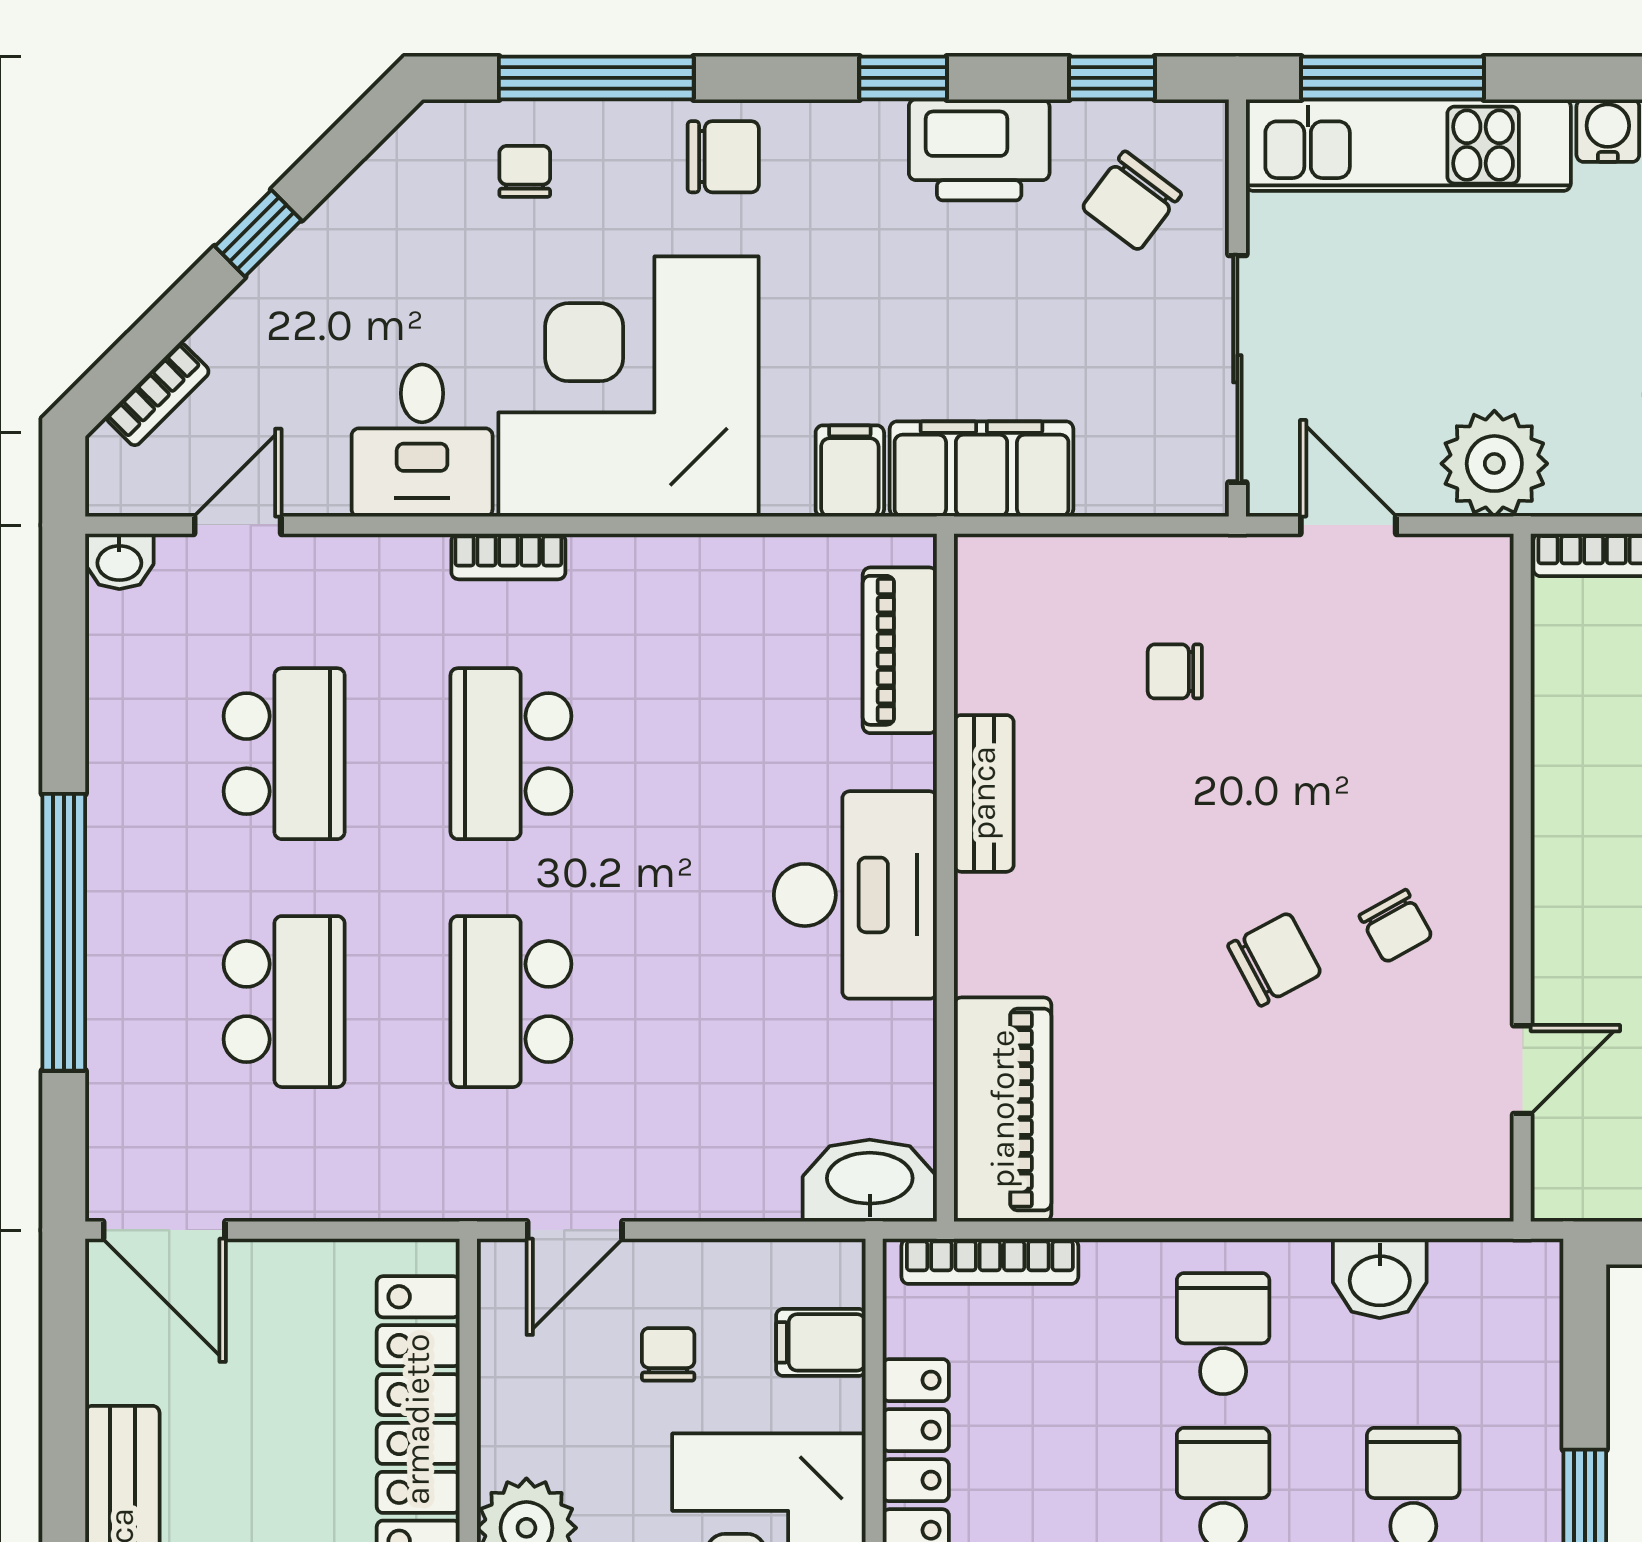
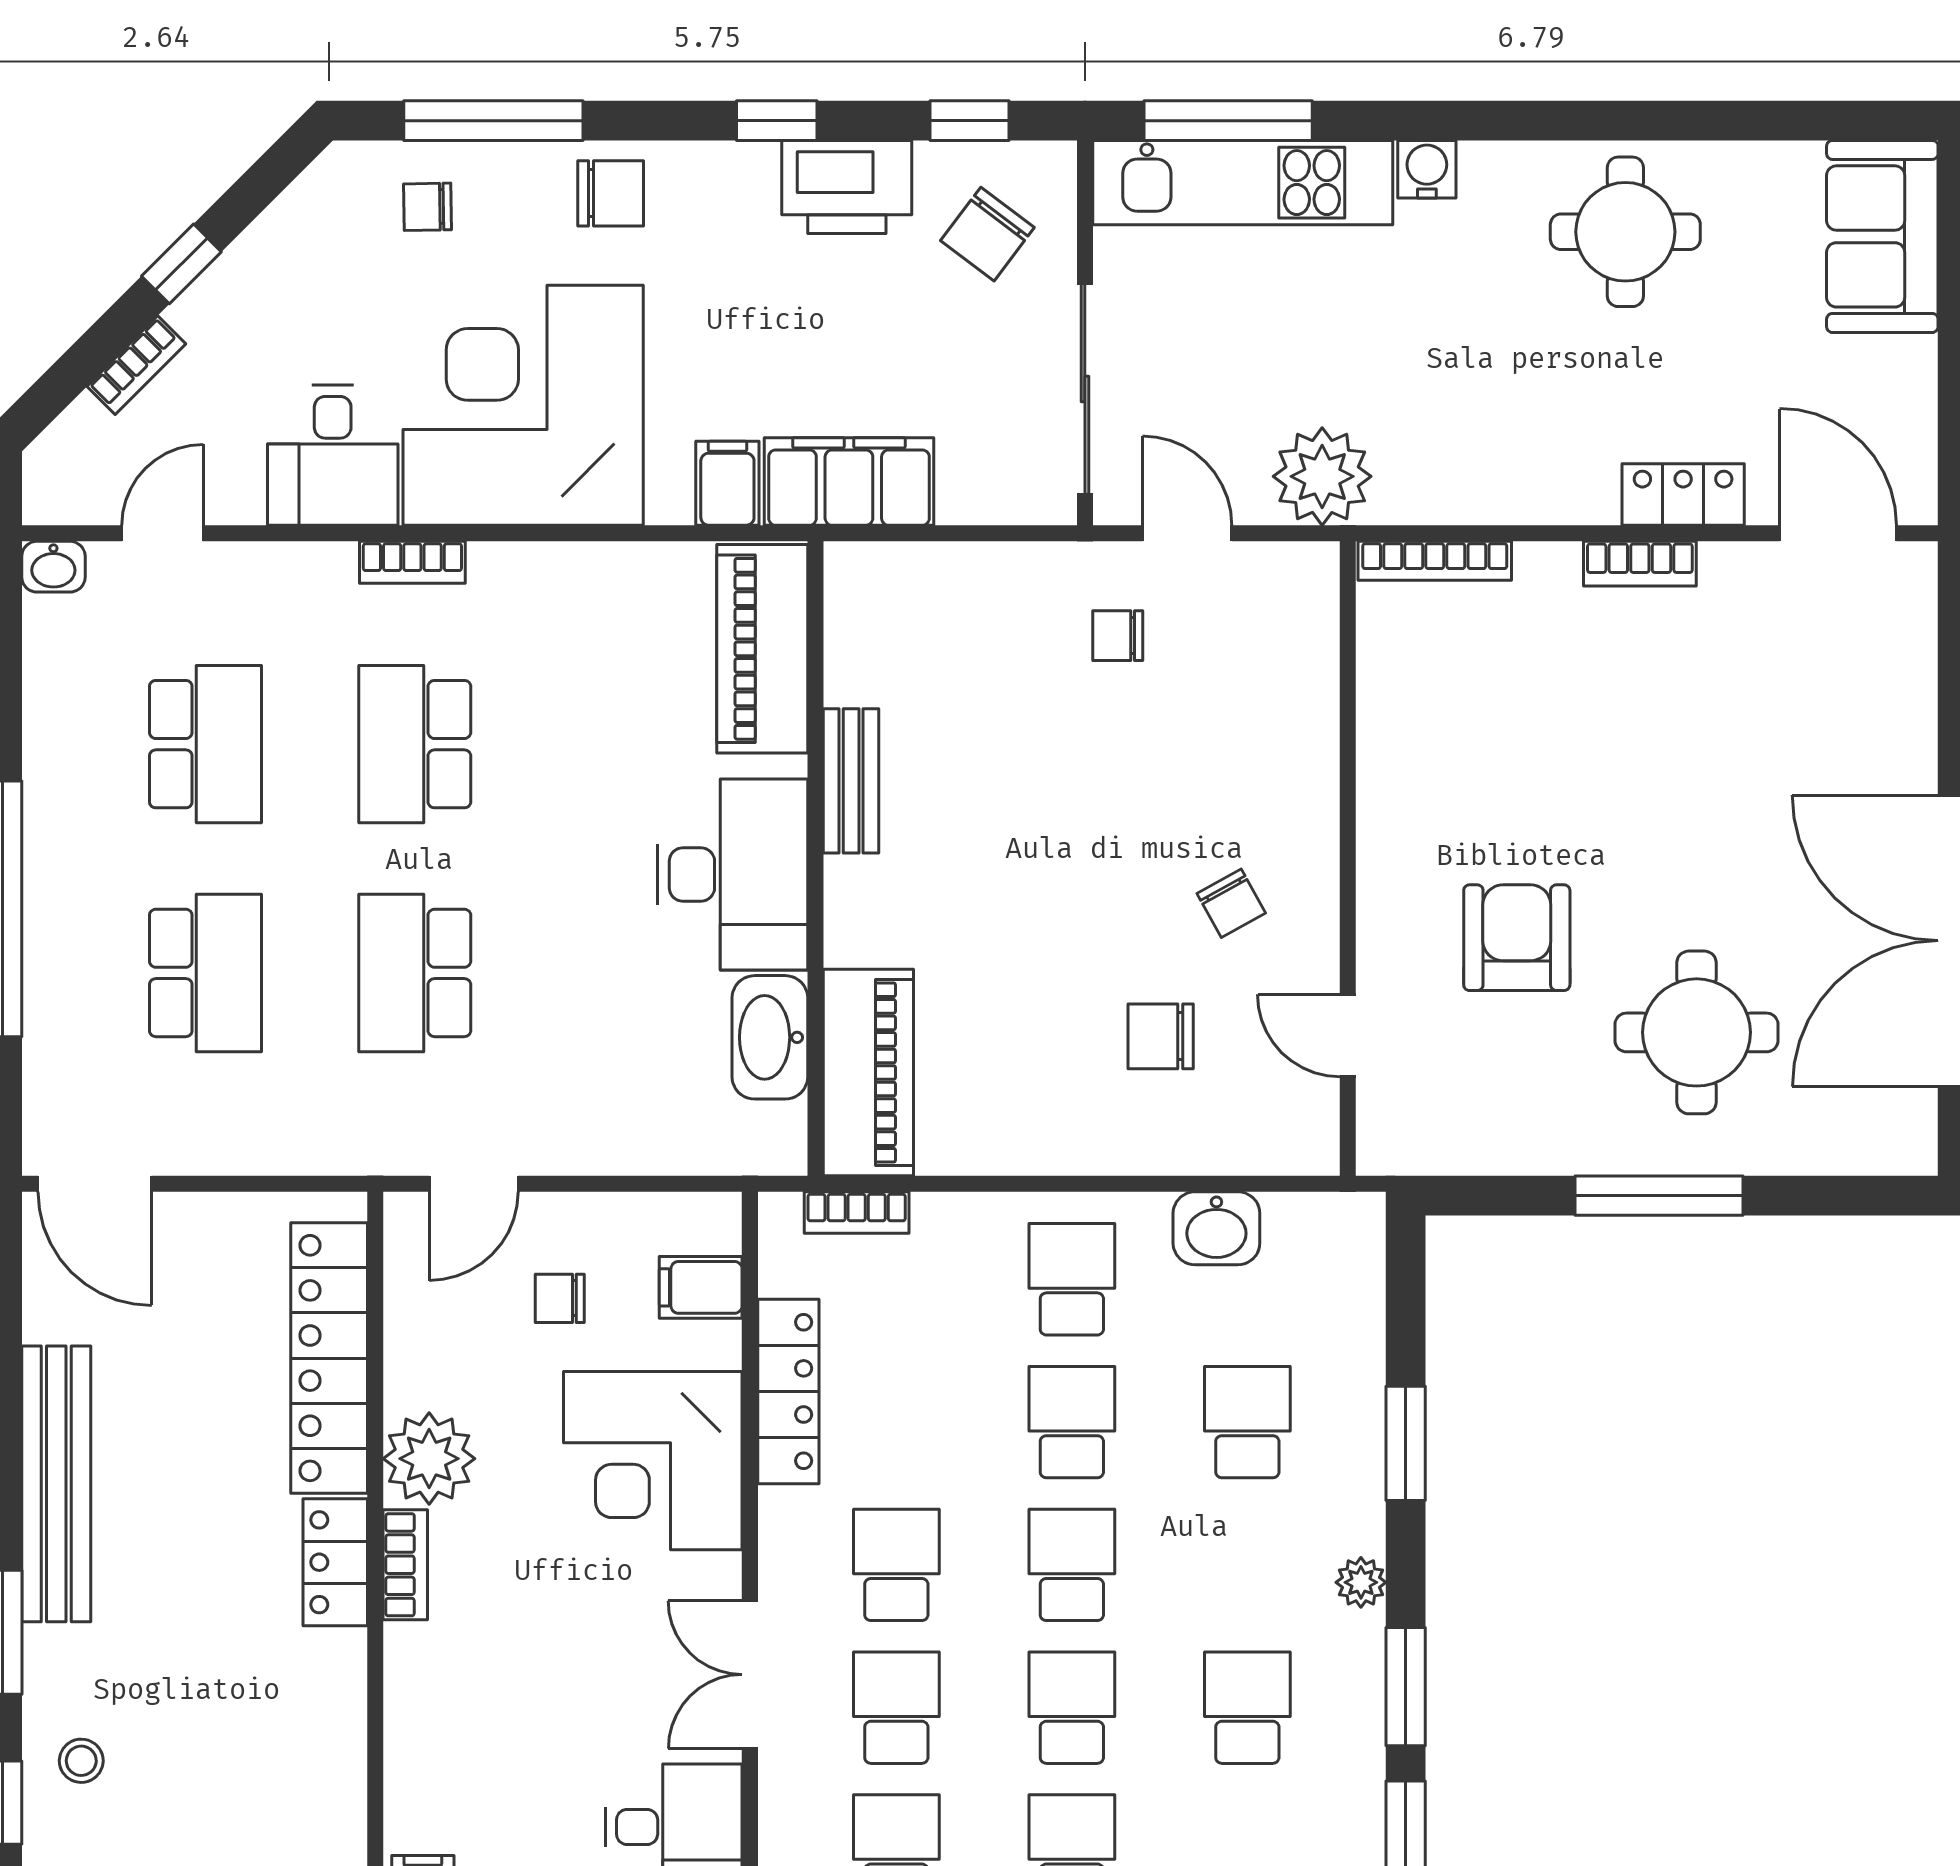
chair: (525, 171) -> (428, 207), turned -91
bookcase: (158, 394) -> (136, 365), moved
piano: (900, 650) -> (762, 649), width x1.37, depth x1.33
chair: (1175, 671) -> (1118, 636), moved
chair: (1275, 959) -> (1161, 1036), moved, turned -152
door: (1522, 1070) -> (1348, 1036), swing flipped
washbasin: (870, 1181) -> (770, 1037), moved, turned -90
bookcase: (990, 1261) -> (857, 1213), width x0.64
chair: (668, 1354) -> (560, 1298), turned -90

